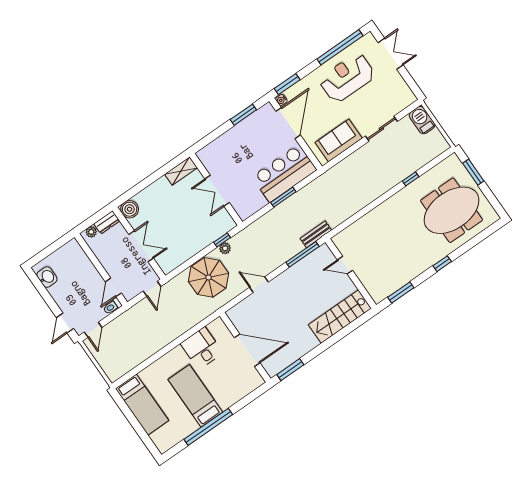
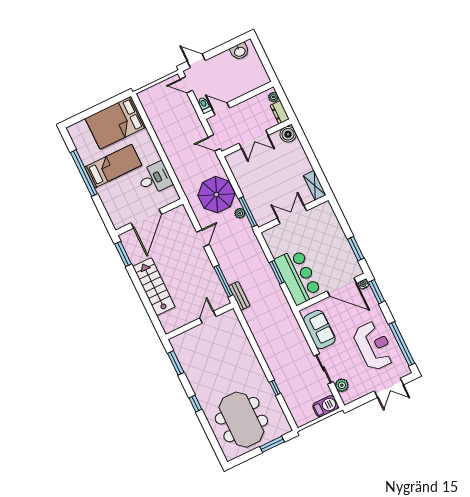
plant: (396, 106) -> (342, 385), added
window: (222, 240) -> (248, 212), width x2.17
stairs: (340, 317) -> (154, 287), moved
bed: (142, 405) -> (116, 123), width x1.50

